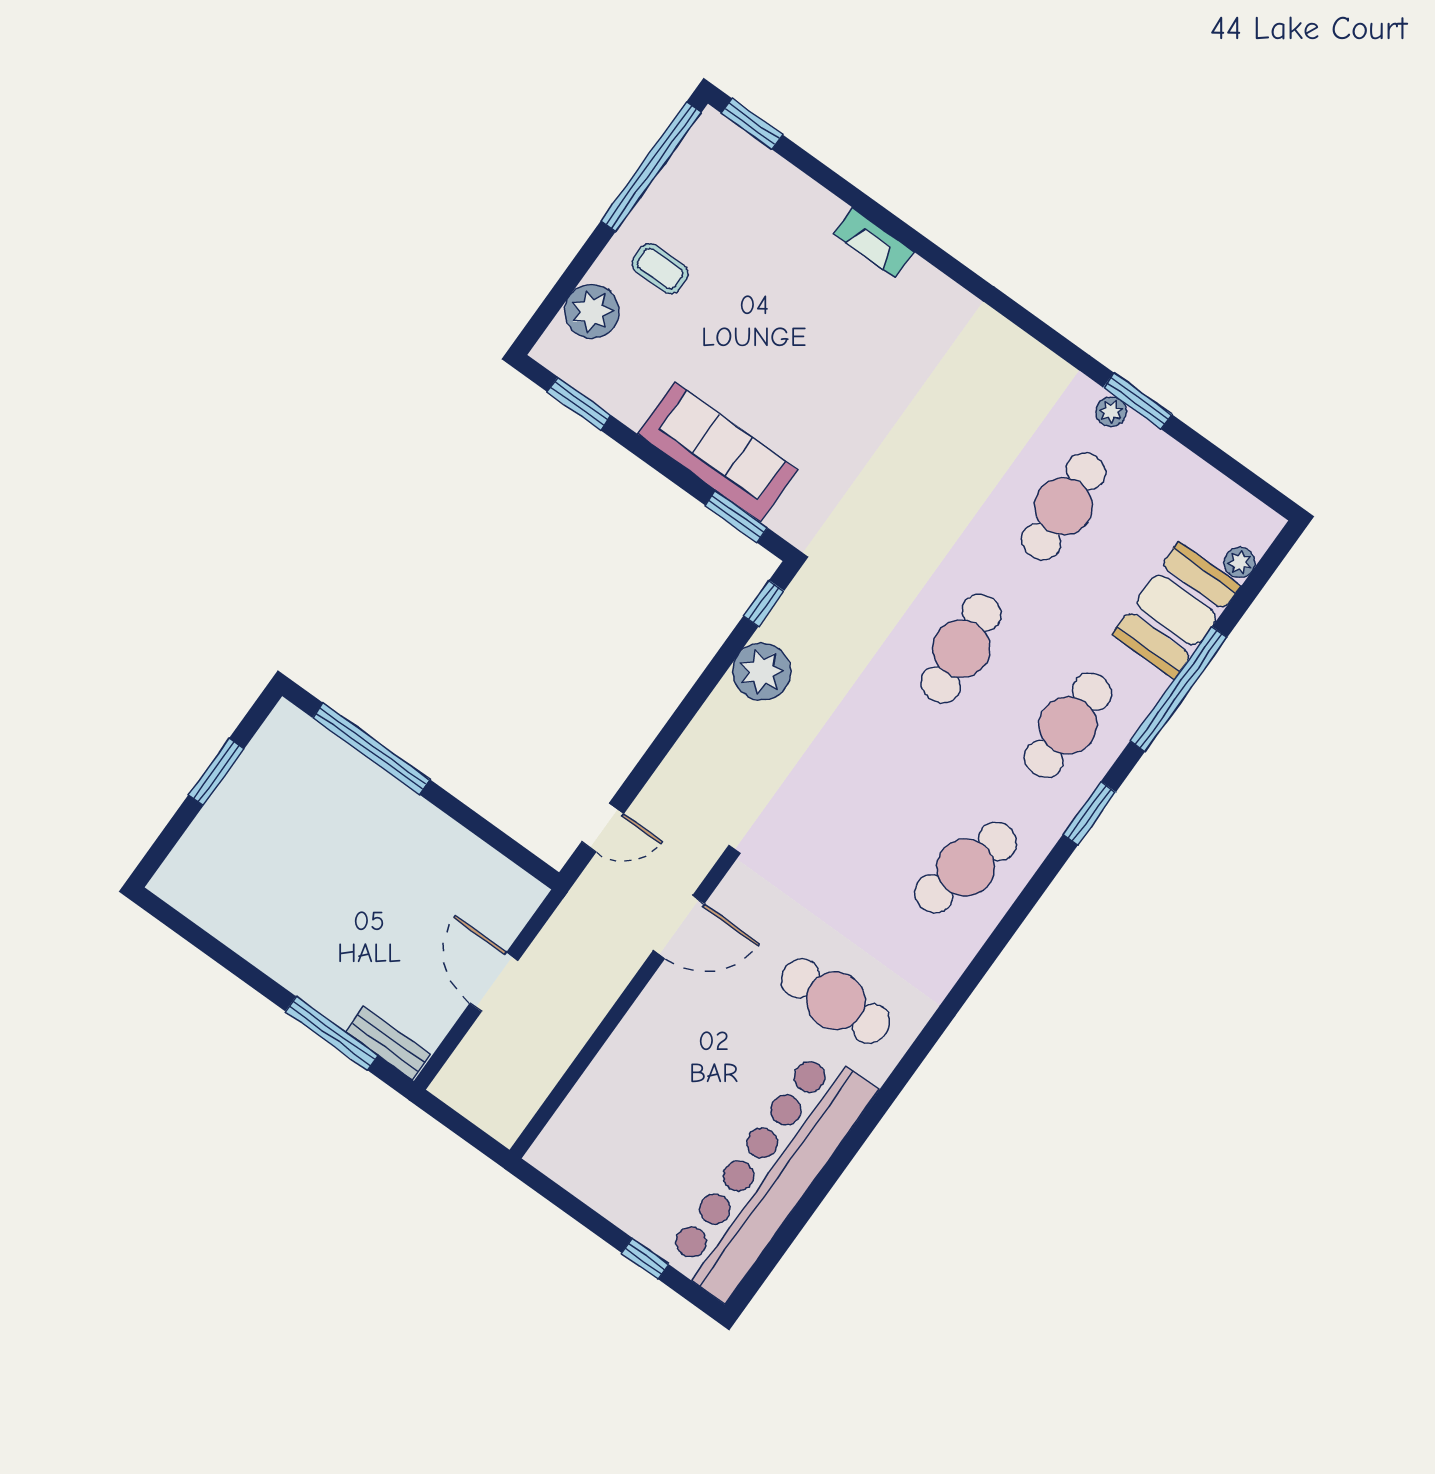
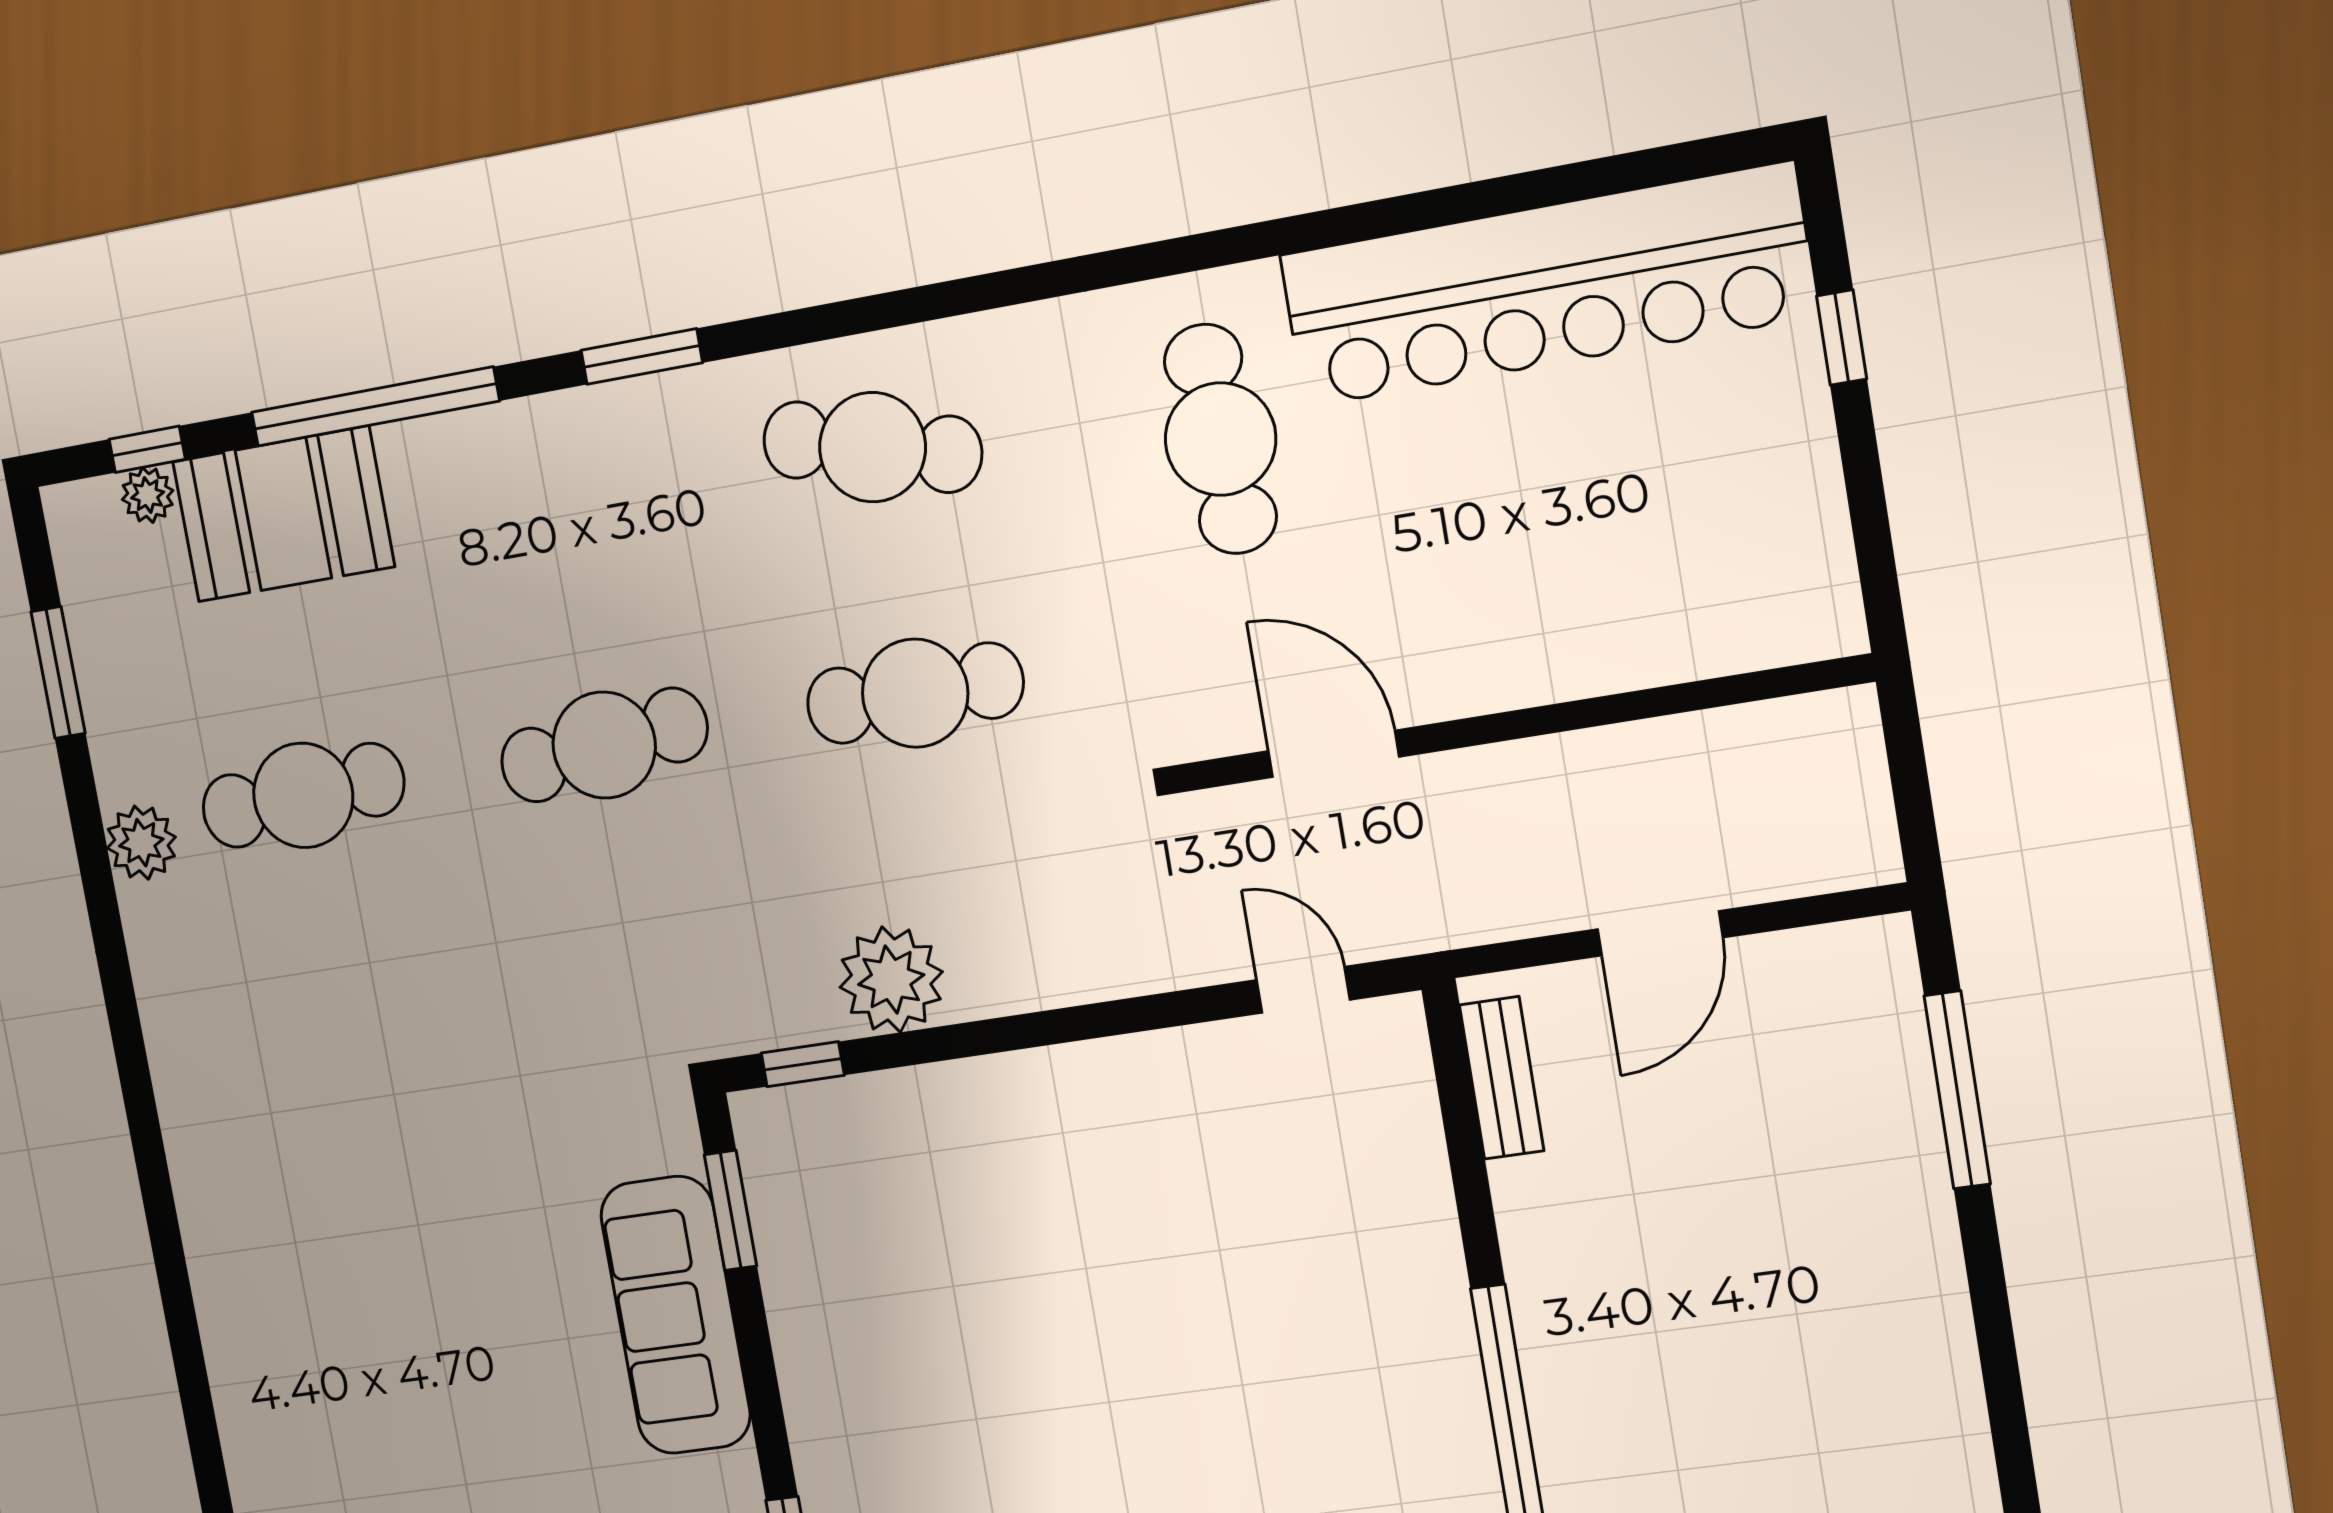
fireplace: (874, 243) -> (233, 1367), removed
window: (1137, 401) -> (58, 673), moved
plant: (1111, 412) -> (141, 843), width x1.38, depth x1.38
window: (1257, 580) -> (147, 449), added
cafe table: (1068, 725) -> (915, 693), moved
bench: (388, 1043) -> (1502, 1078), moved

